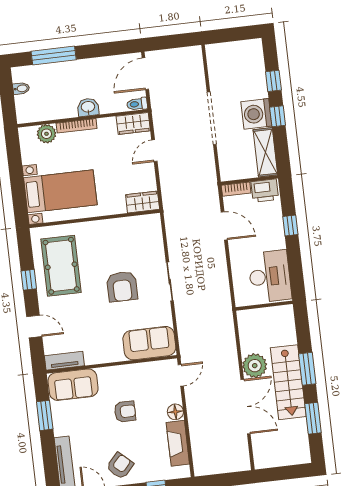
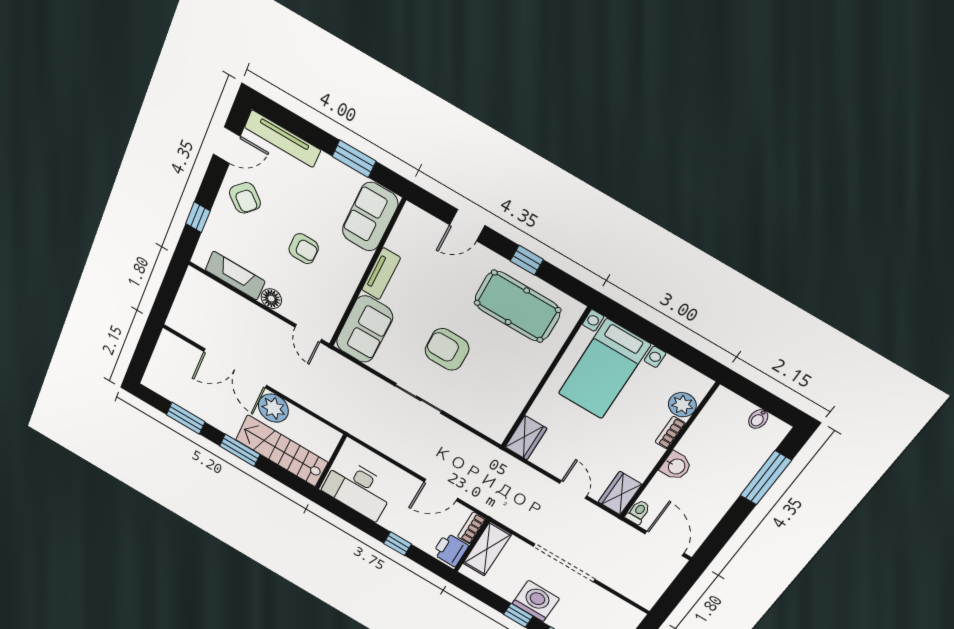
bookcase: (77, 126) -> (670, 433), width x0.64
shelving: (265, 152) -> (487, 549), moved, turned 90
tv unit: (64, 361) -> (381, 274), moved
stairs: (288, 382) -> (282, 451), moved
armchair: (125, 412) -> (304, 249), turned -90

